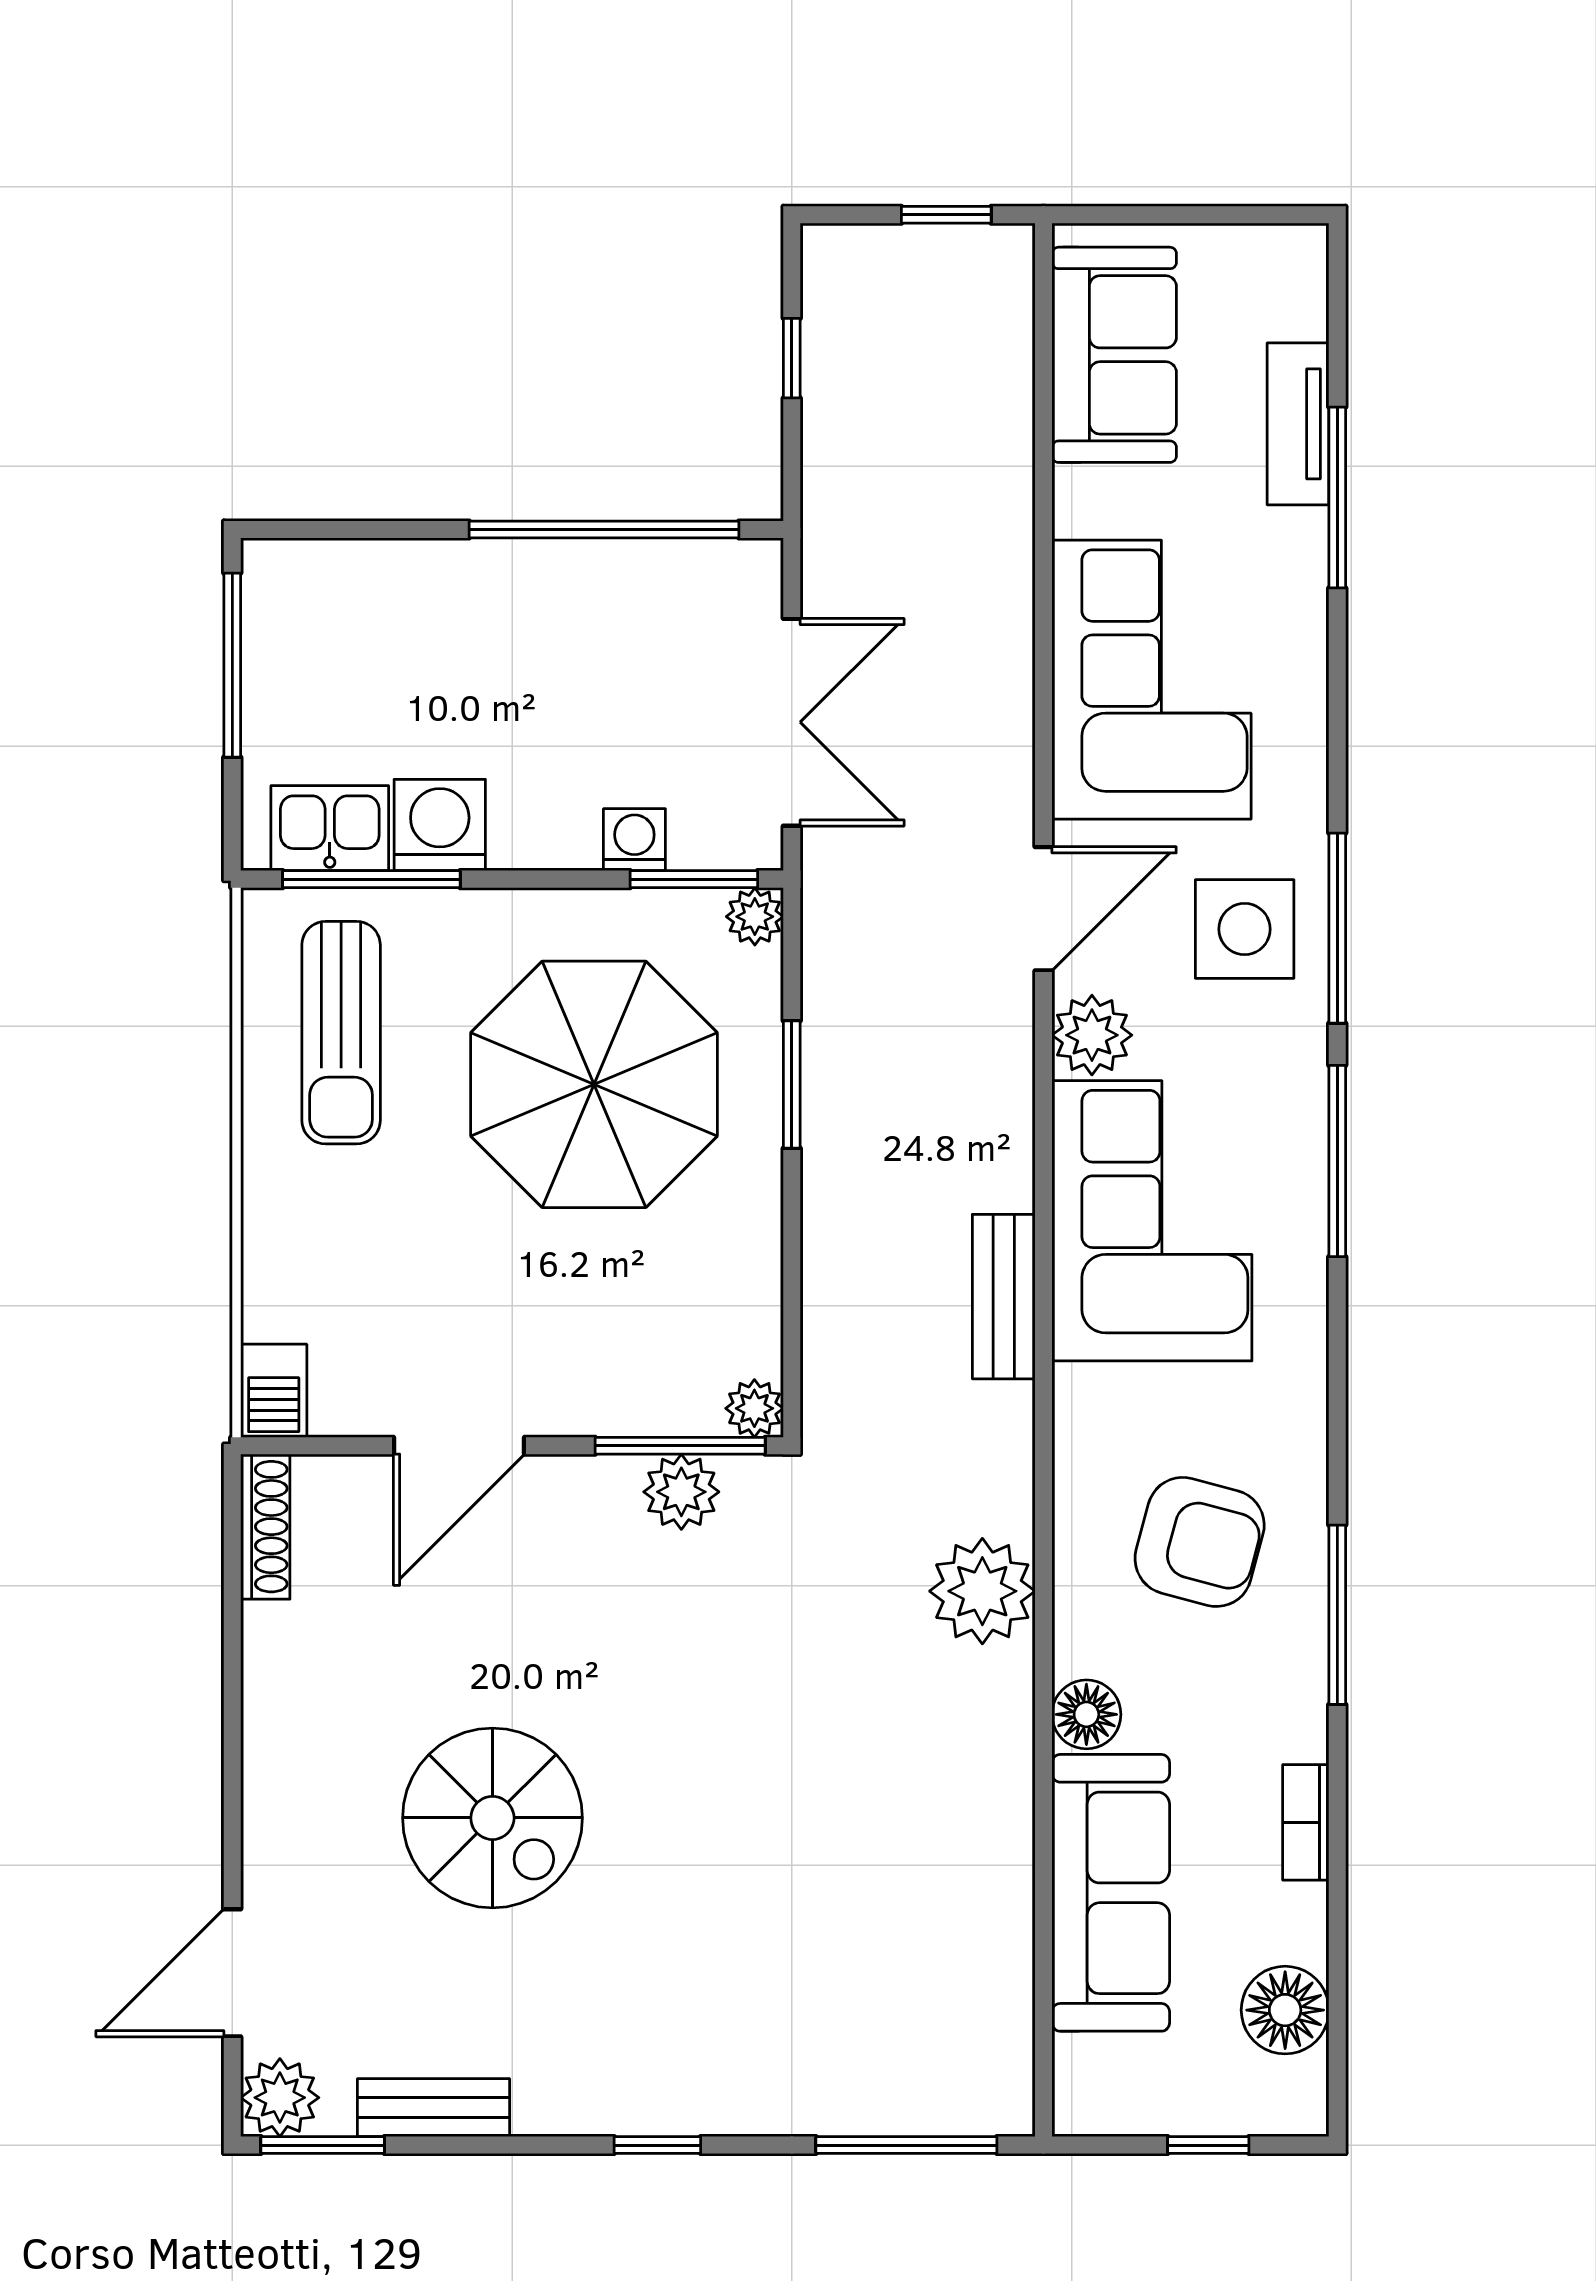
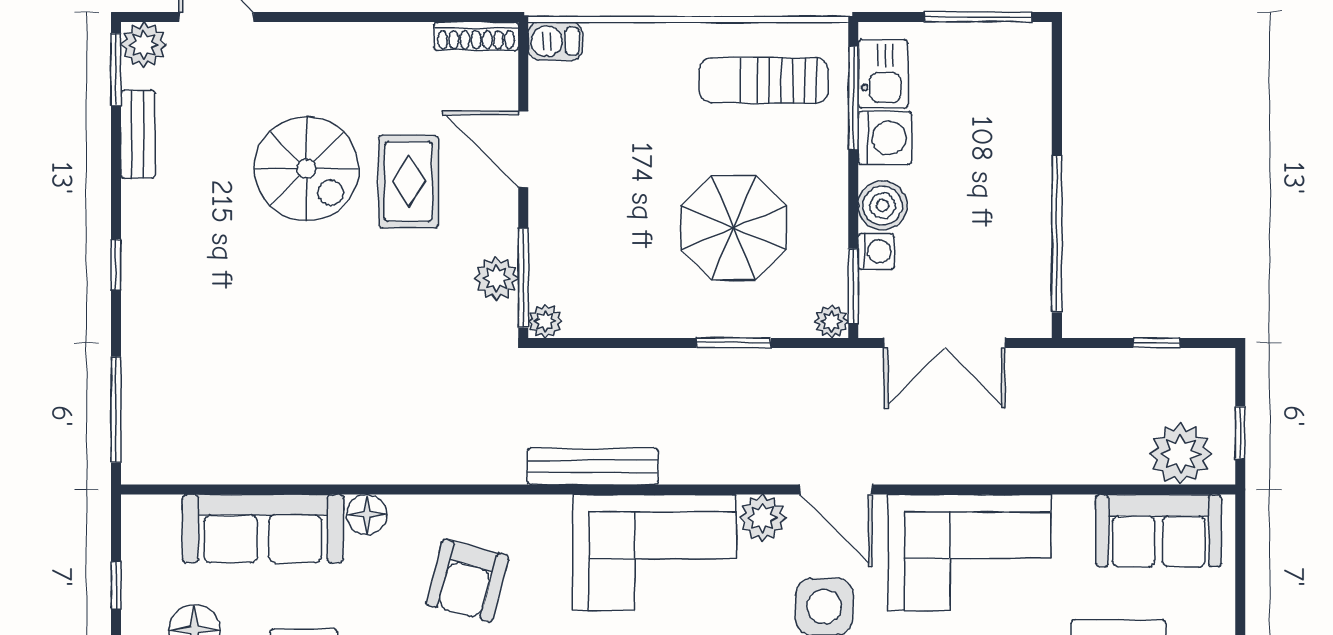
boiler: (556, 829) -> (883, 206), added
parasol: (594, 1084) -> (734, 228), width x0.73, depth x0.73
bench: (1004, 1297) -> (593, 466), width x1.36
plant: (982, 1591) -> (1180, 454), moved
rug: (515, 1643) -> (408, 182), added
spiral stairs: (492, 1818) -> (306, 169), turned -90

